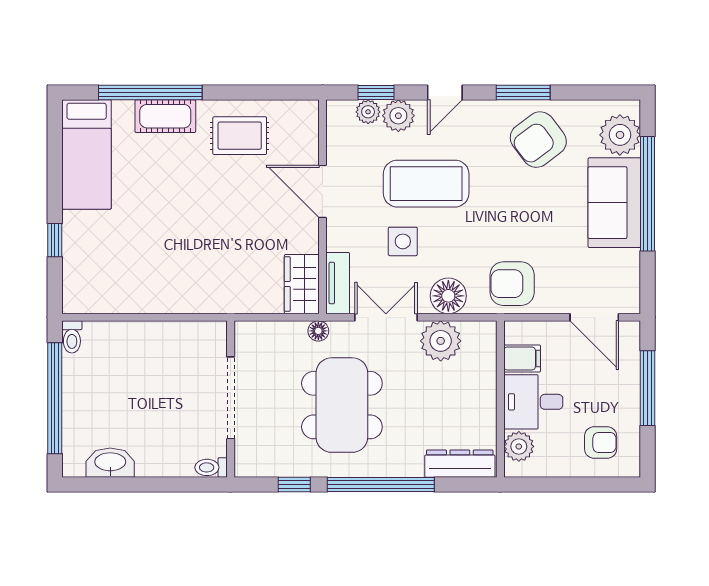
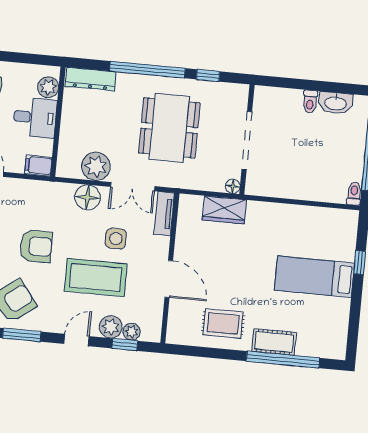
bed: (87, 155) -> (314, 277), moved, turned -90
wardrobe: (302, 284) -> (224, 210), moved, turned 90
armchair: (512, 284) -> (36, 246), moved
floor lamp: (318, 331) -> (233, 186), moved
filing cabinet: (522, 358) -> (38, 165), moved
toilet: (211, 467) -> (310, 102), moved, turned 90

